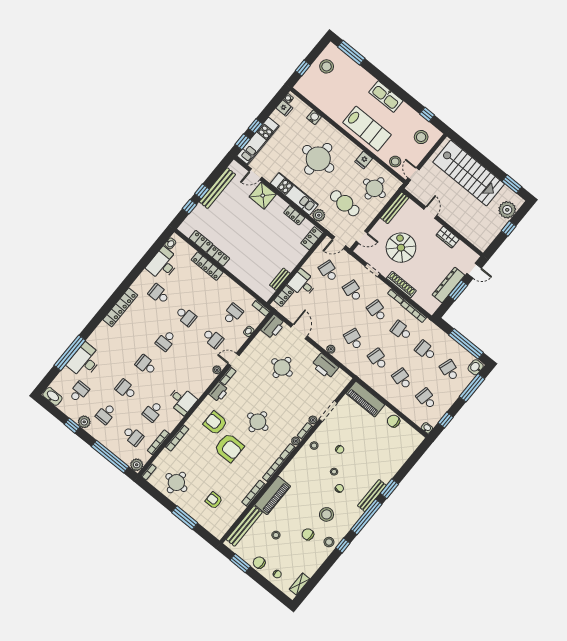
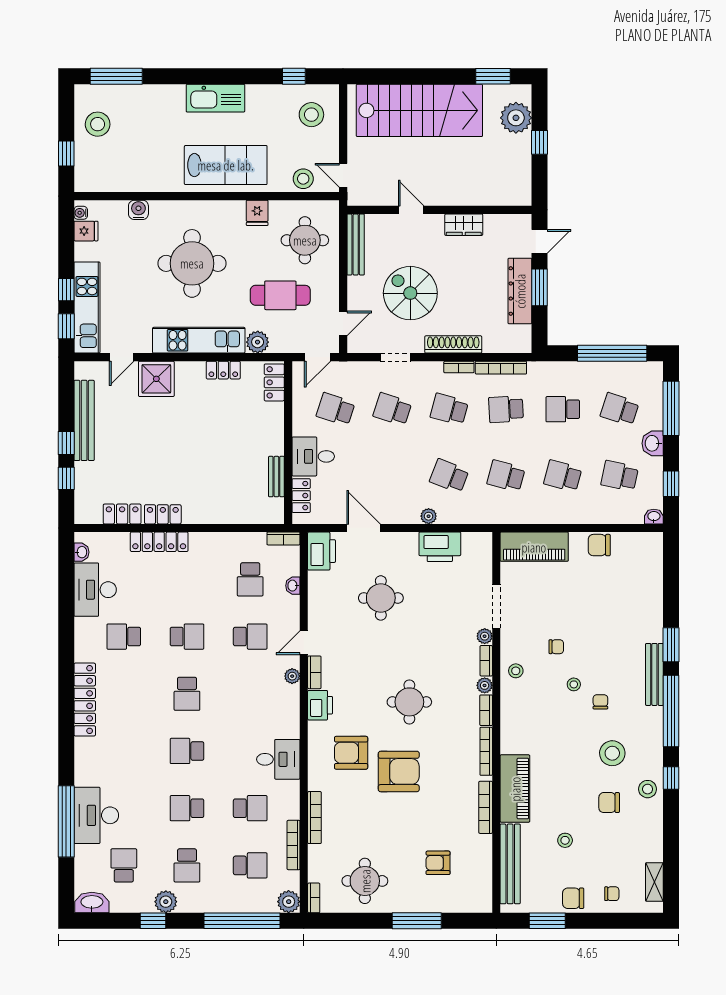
school desk: (233, 314) -> (250, 579), turned 180
washbasin: (476, 367) -> (653, 443), moved
school desk: (153, 411) -> (250, 808), turned -90

